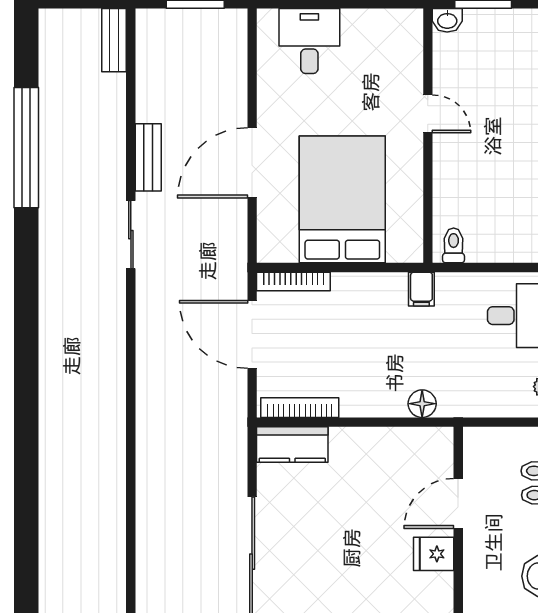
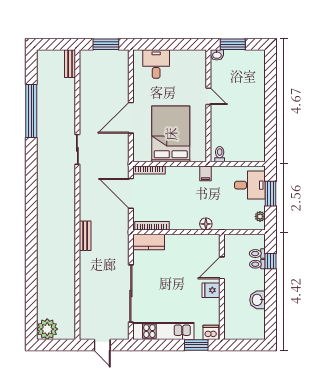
bench: (148, 157) -> (85, 236), moved

